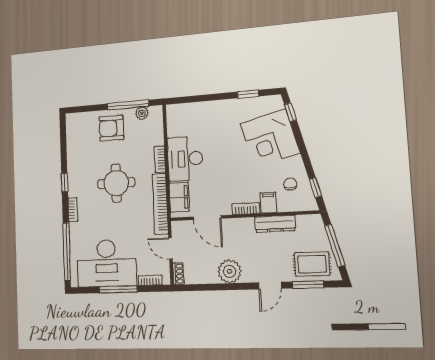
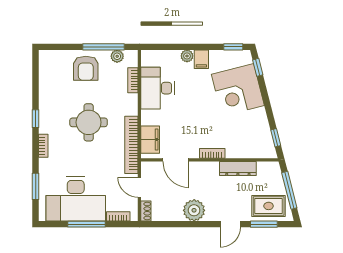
window: (248, 94) -> (233, 47), moved
plant: (213, 107) -> (187, 56), added
armchair: (111, 128) -> (86, 68), turned -90
bookcase: (160, 159) -> (133, 80), moved
desk: (185, 159) -> (158, 88), moved
chair: (290, 184) -> (254, 133), removed
filing cabinet: (268, 203) -> (201, 59), moved, turned 180
window: (67, 252) -> (36, 186), width x0.47

